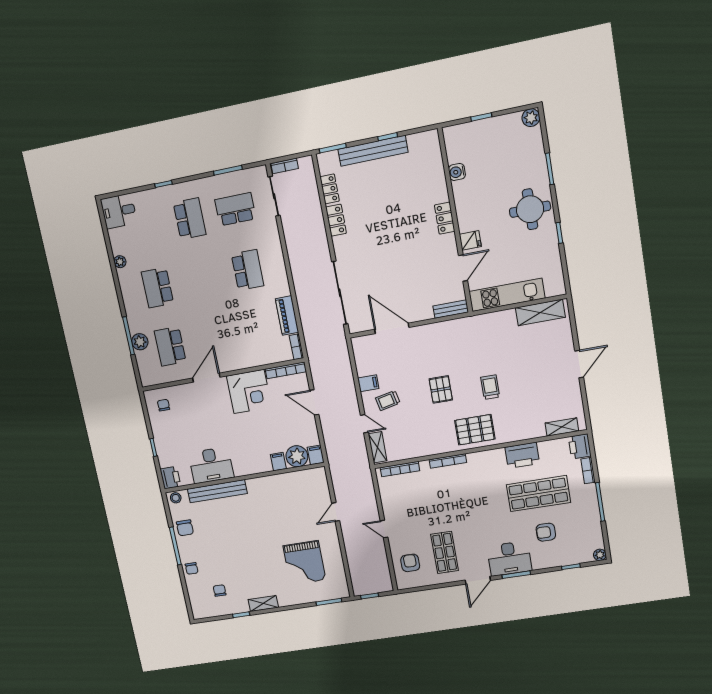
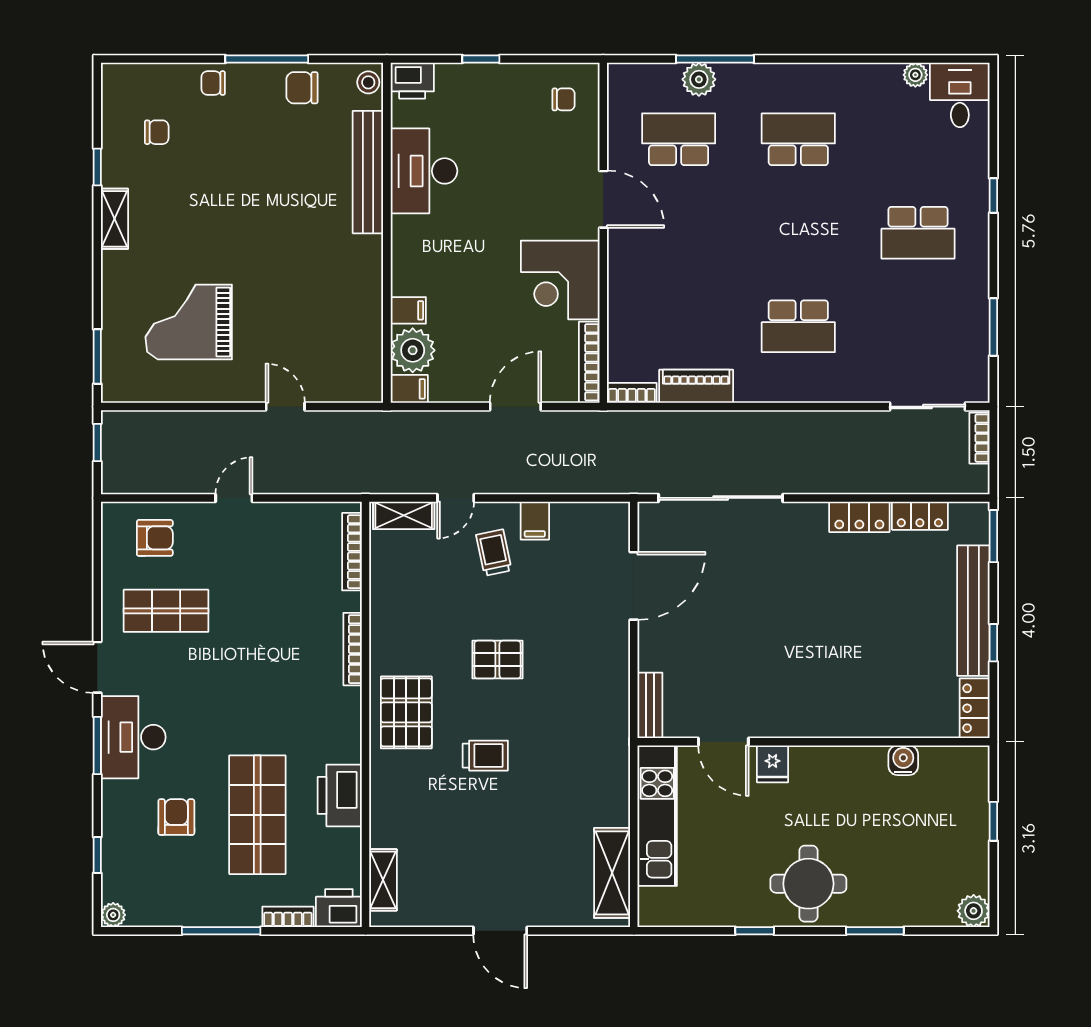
school desk: (235, 209) -> (918, 326), removed
locker: (445, 218) -> (975, 708), moved, turned -90
plant: (120, 262) -> (915, 75), moved

